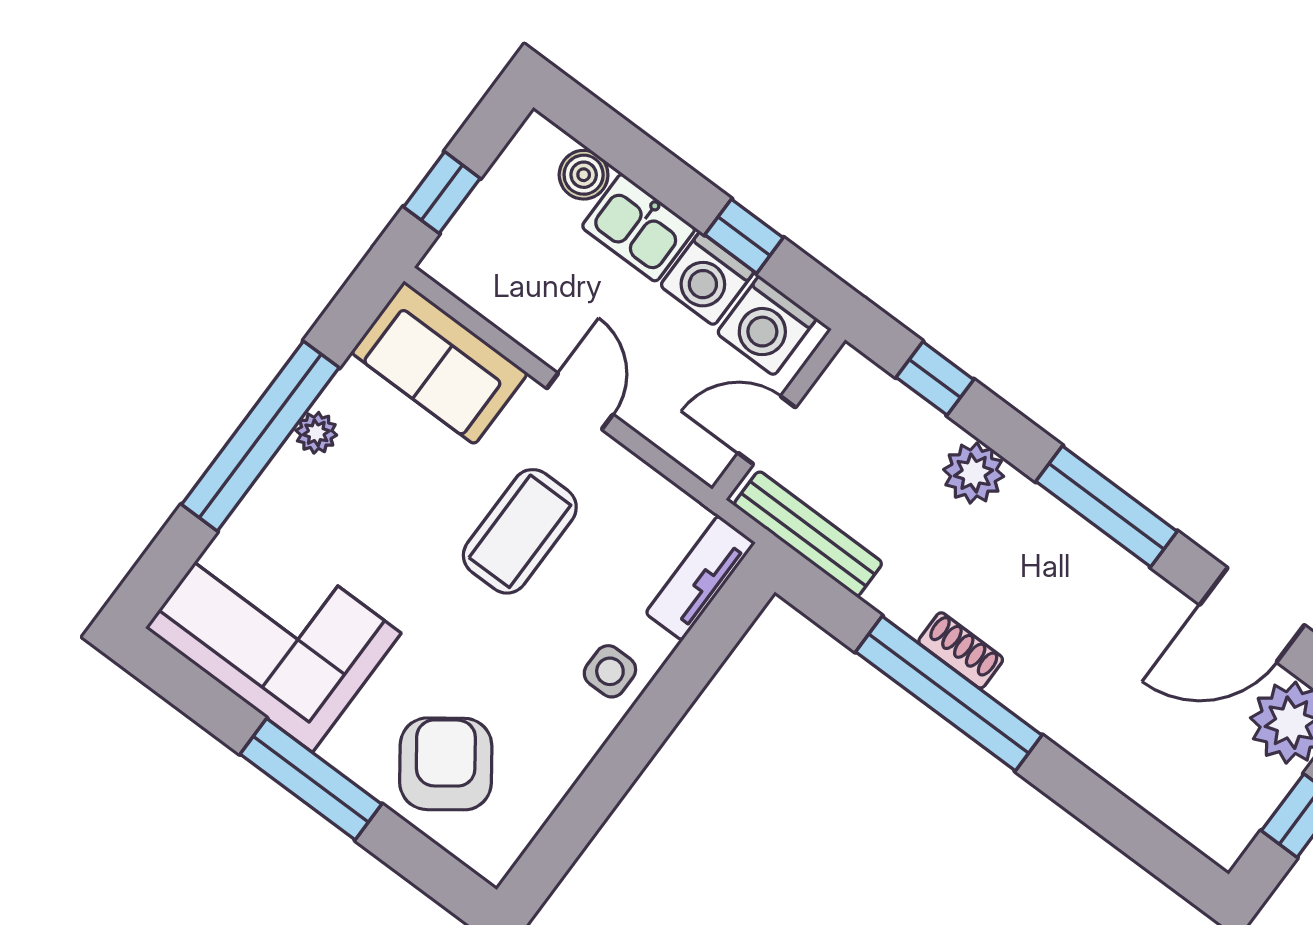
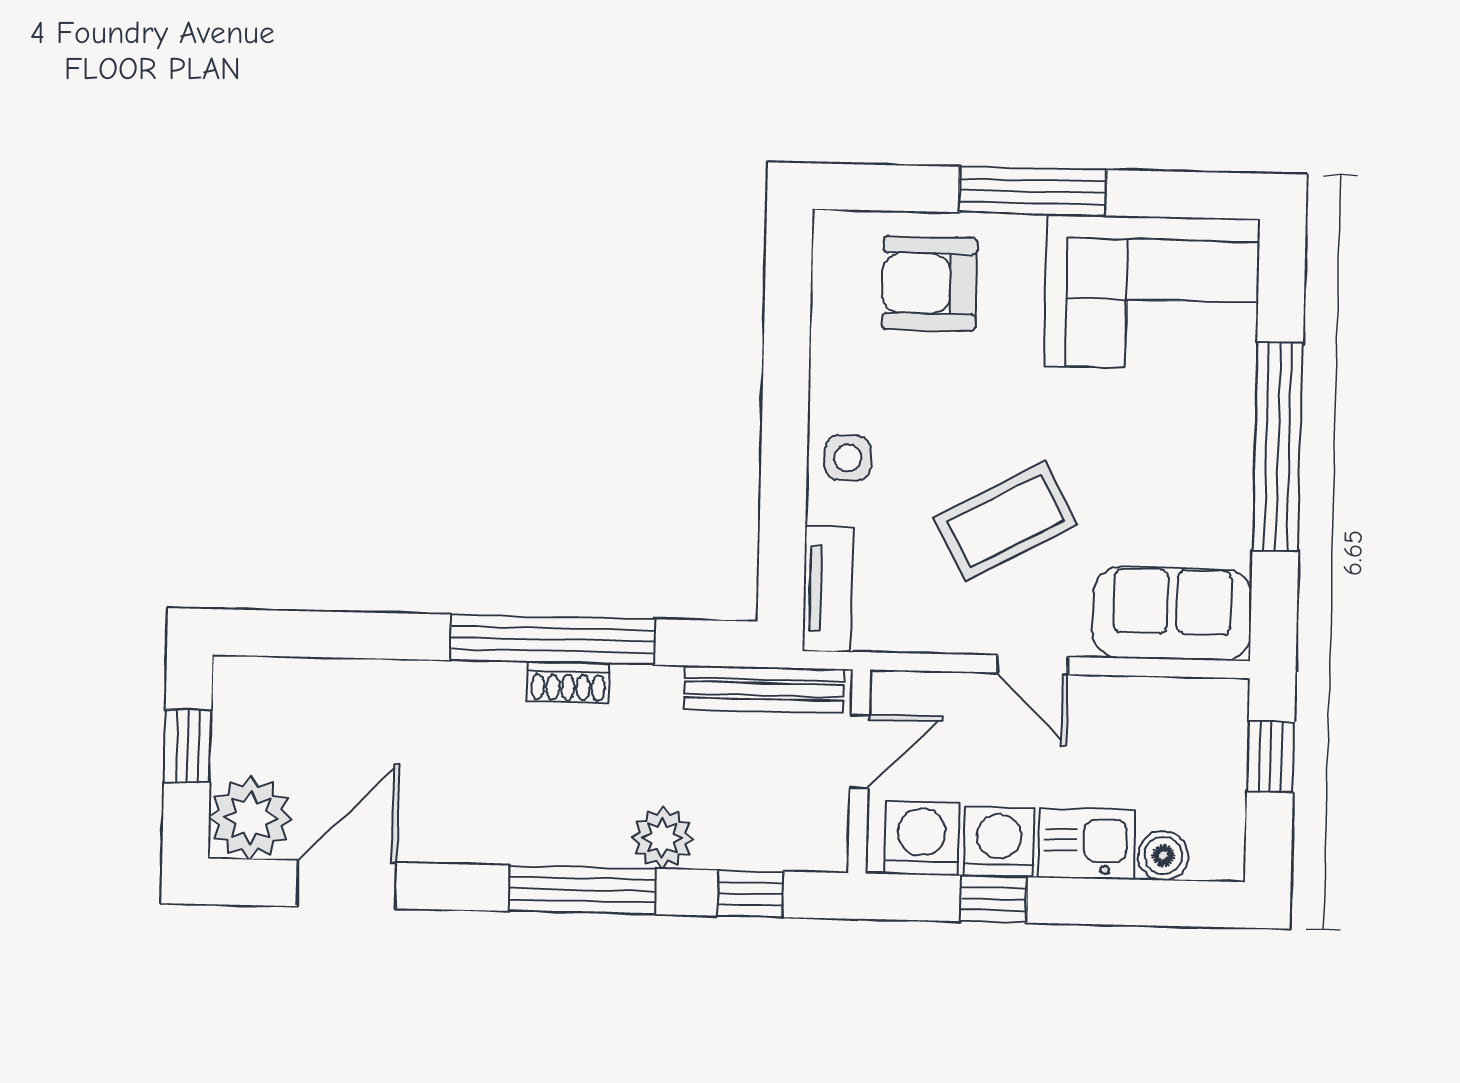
plant: (316, 433) -> (1233, 483), removed
window: (1107, 506) -> (582, 890), moved
coffee table: (520, 531) -> (1005, 521), turned 62
armchair: (446, 764) -> (930, 283), turned 126

